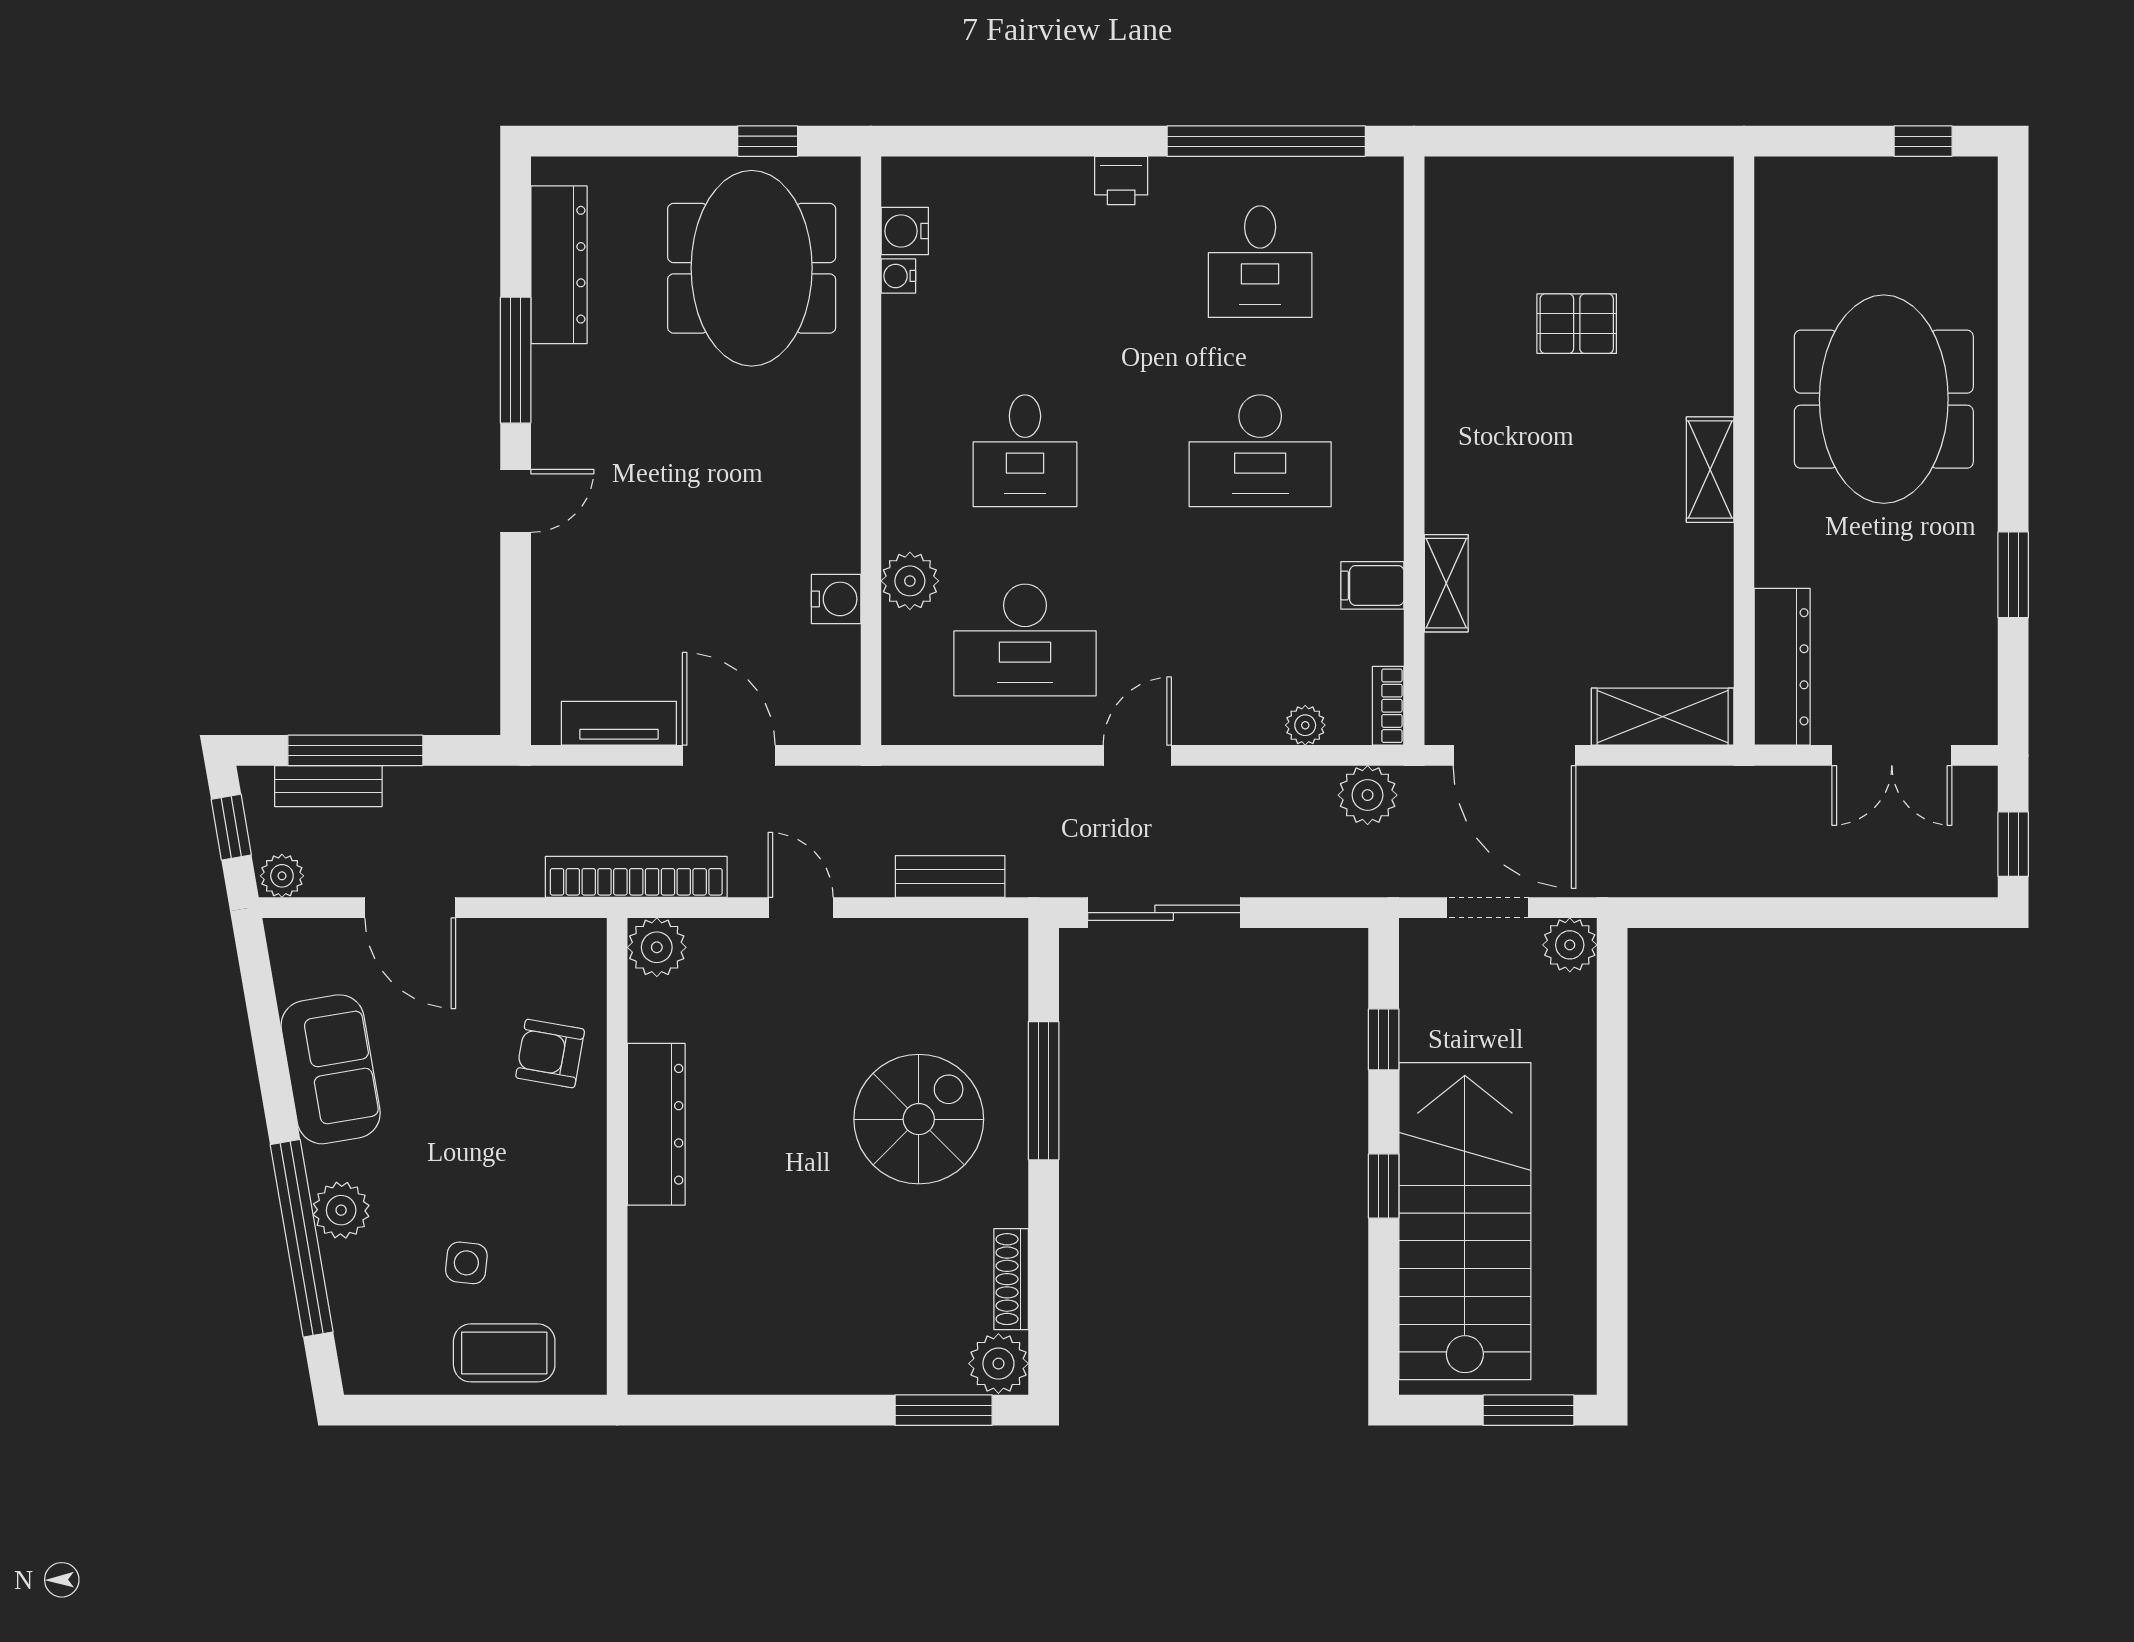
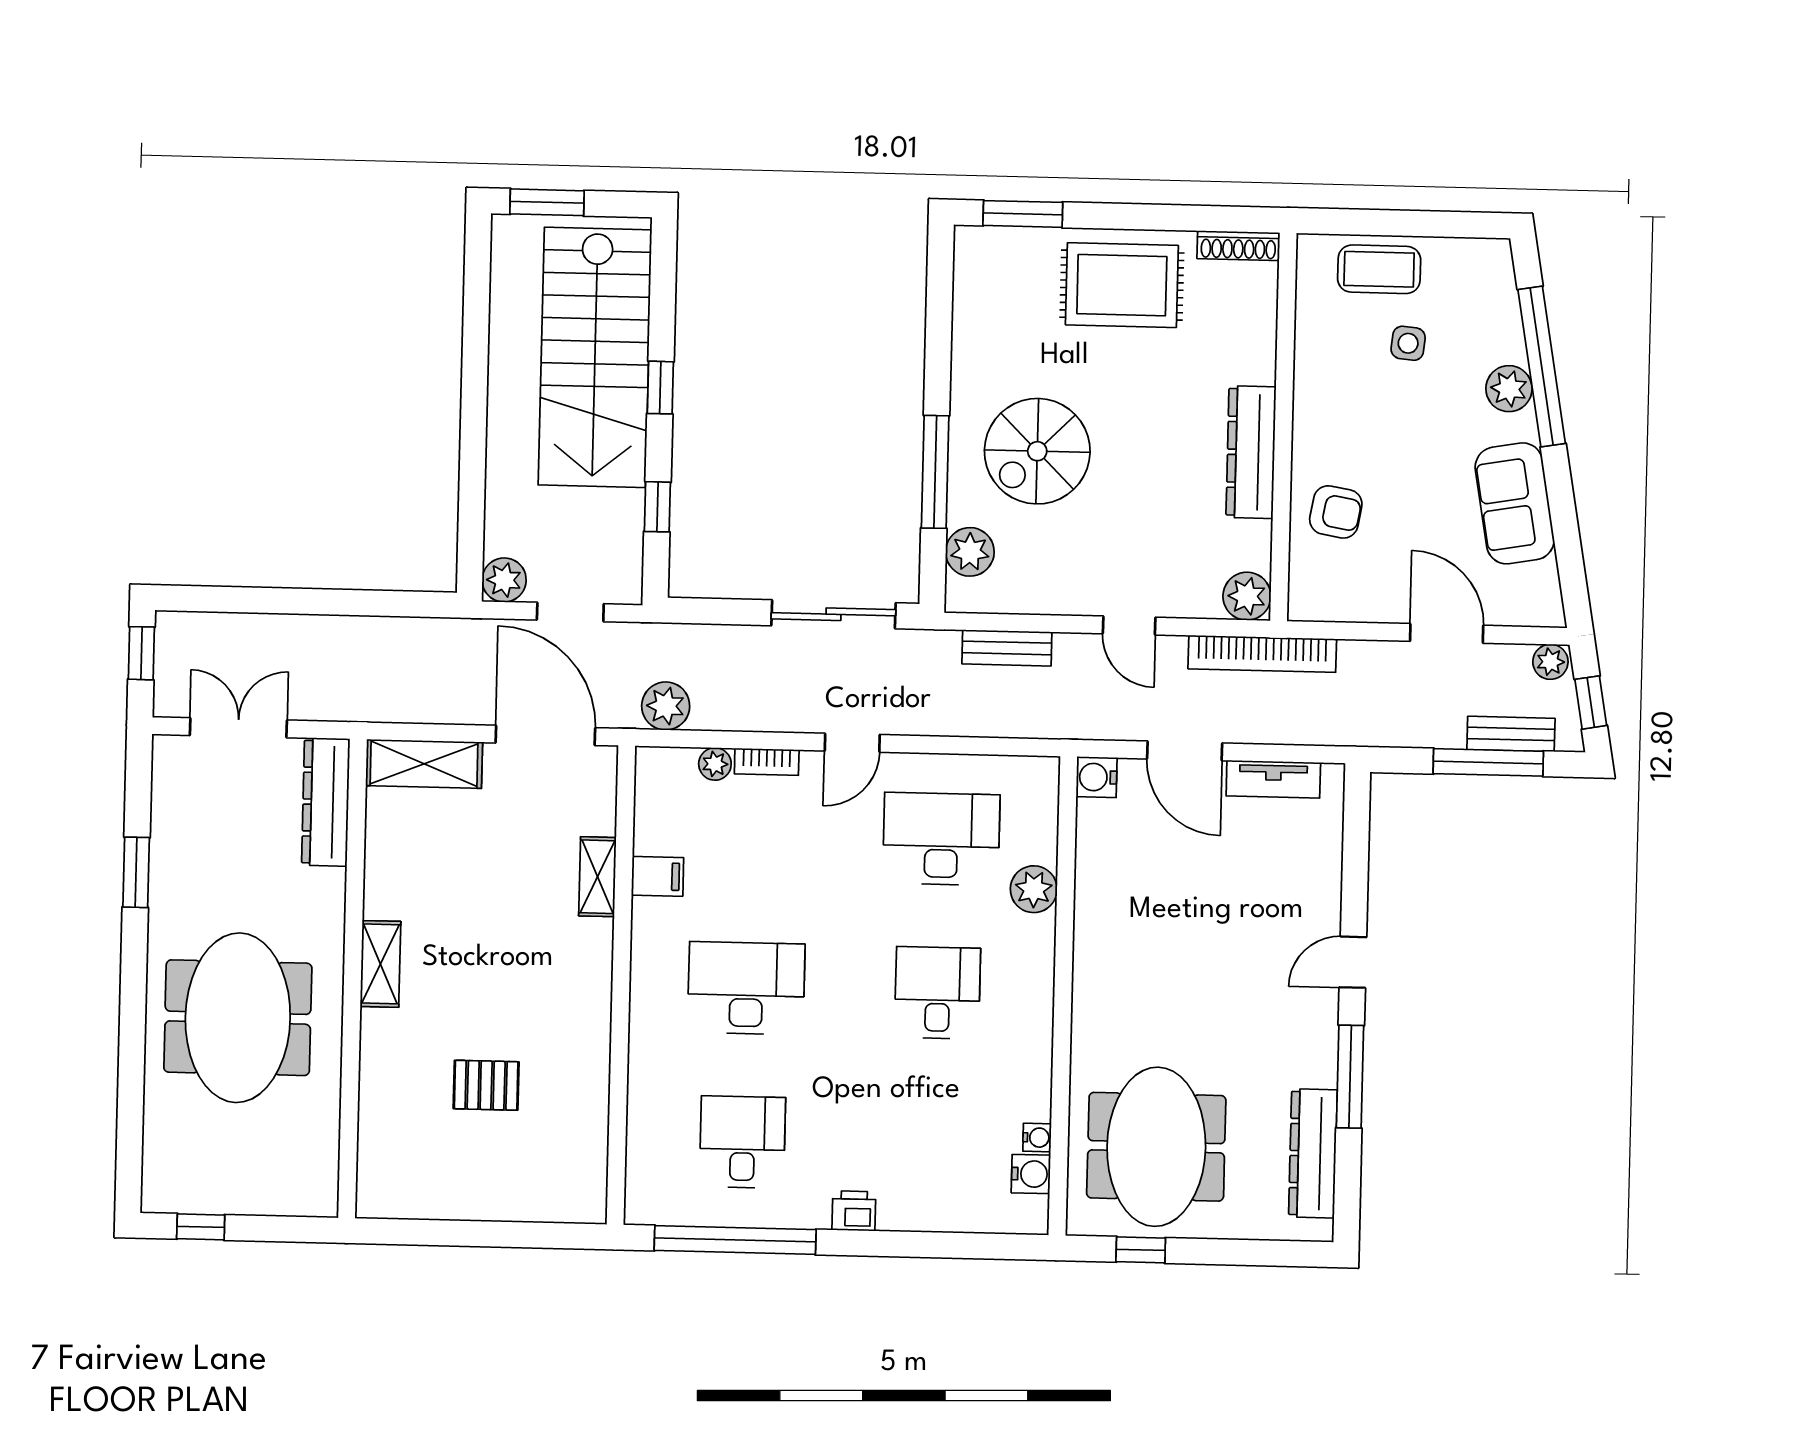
water cooler: (836, 599) -> (1097, 777), moved
bookcase: (1388, 706) -> (767, 762), moved, turned 90
shoe rack: (1011, 1279) -> (1238, 246), moved, turned 90
rug: (820, 1326) -> (1122, 285), added
plant: (998, 1364) -> (970, 552), moved

